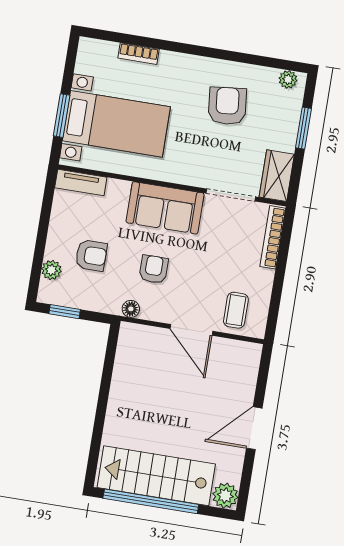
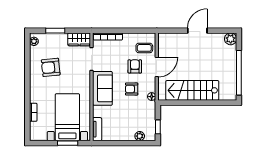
armchair: (91, 255) -> (135, 66), moved
door: (254, 428) -> (197, 31), swing flipped
stairs: (156, 476) -> (192, 90), moved, turned 90

